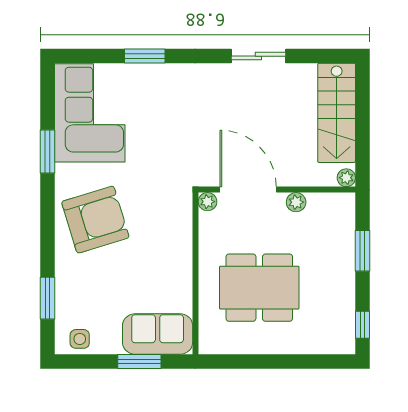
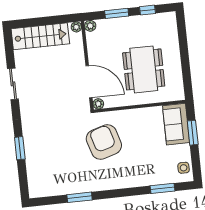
corner sofa: (90, 113) -> (55, 176), removed
door: (248, 190) -> (89, 82), swing flipped
plant: (296, 202) -> (90, 26), moved
armchair: (95, 220) -> (104, 142), moved
window: (362, 325) -> (147, 10), moved

